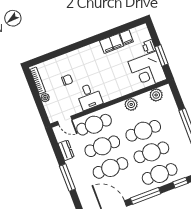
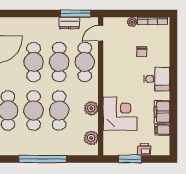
corner desk: (147, 71) -> (120, 114), moved, turned 90
desk: (89, 96) -> (157, 79), moved, turned 180
window: (67, 178) -> (76, 13), moved

